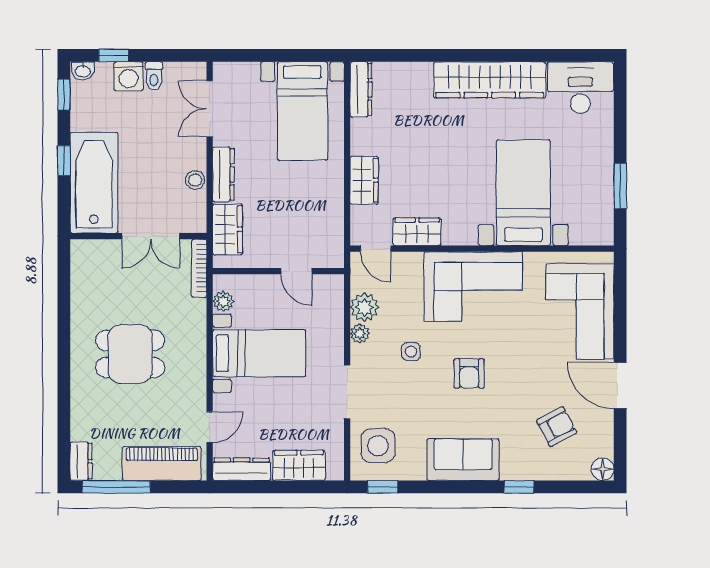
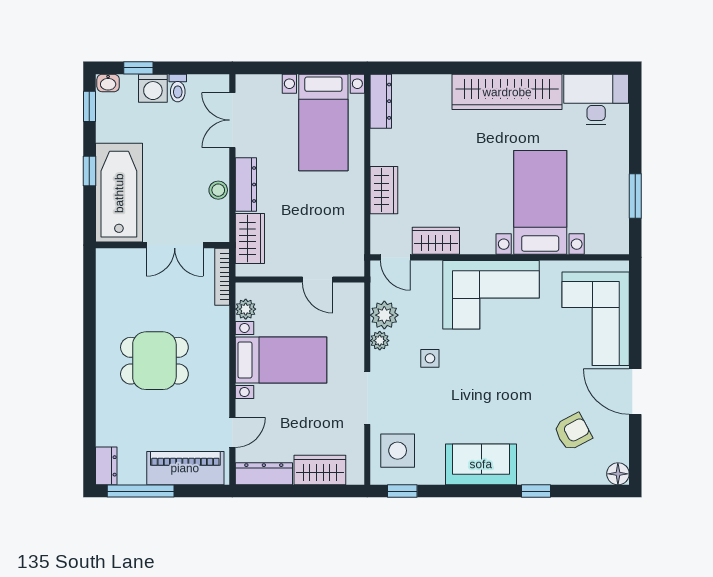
armchair: (469, 373) -> (487, 380), removed

